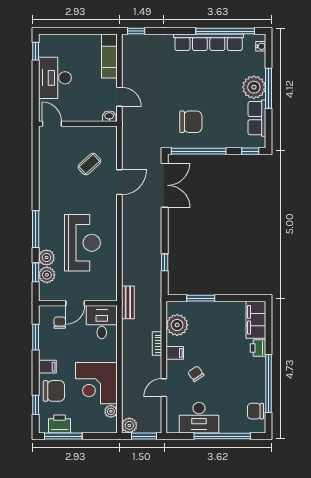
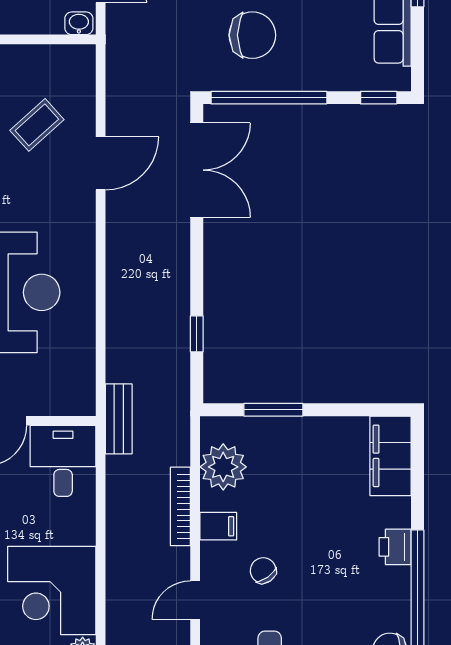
bookcase: (157, 344) -> (180, 506), width x1.56
printer: (258, 348) -> (395, 547), moved

